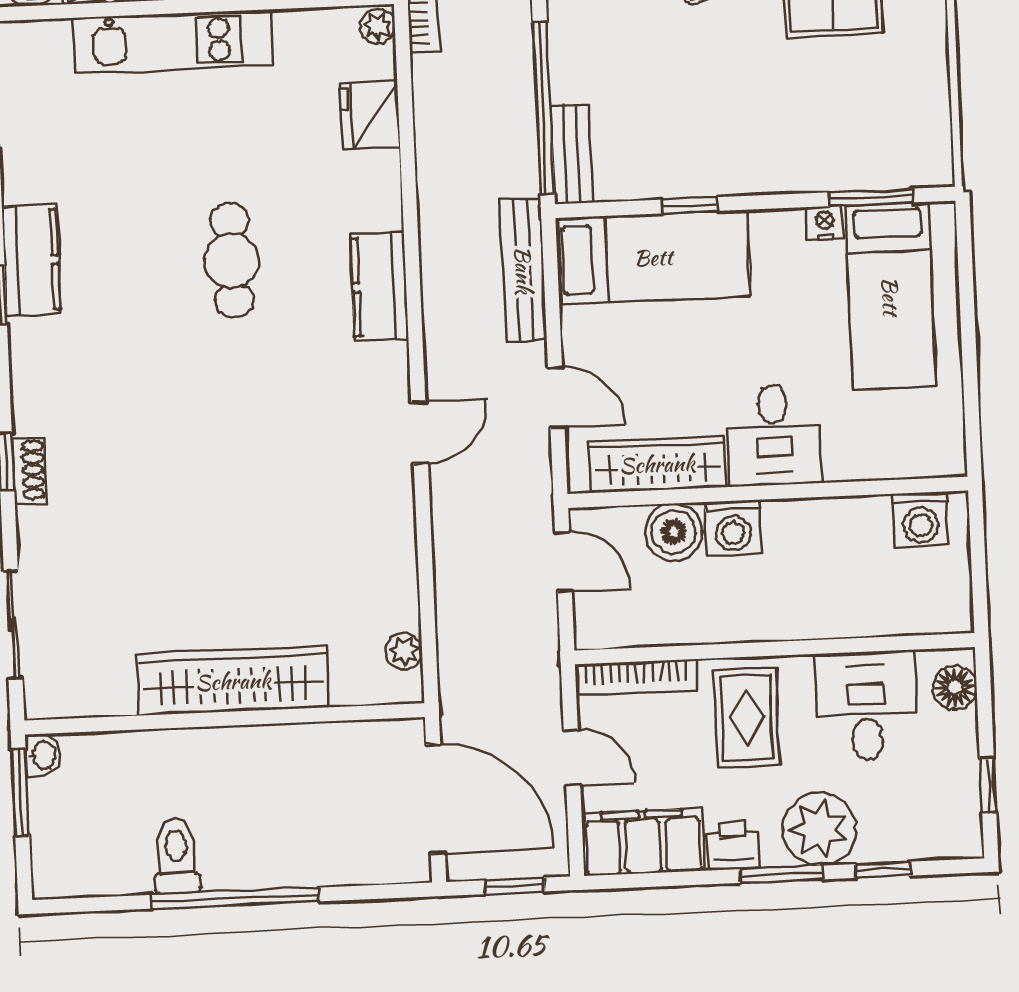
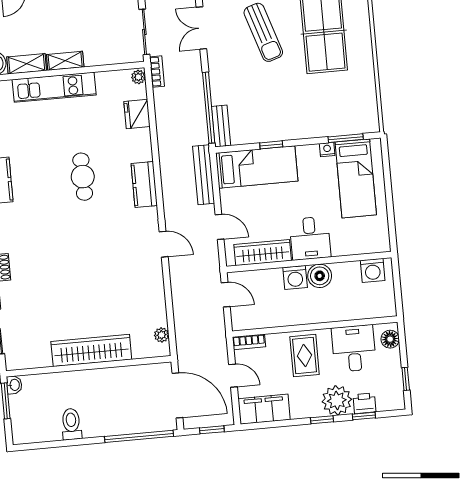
door: (420, 433) -> (164, 244), hinge flipped
boiler: (674, 532) -> (320, 276), moved
bookcase: (636, 677) -> (249, 342), width x0.64
printer: (733, 846) -> (364, 403), moved
window: (781, 874) -> (322, 420), width x0.67
window: (235, 898) -> (139, 436), moved

